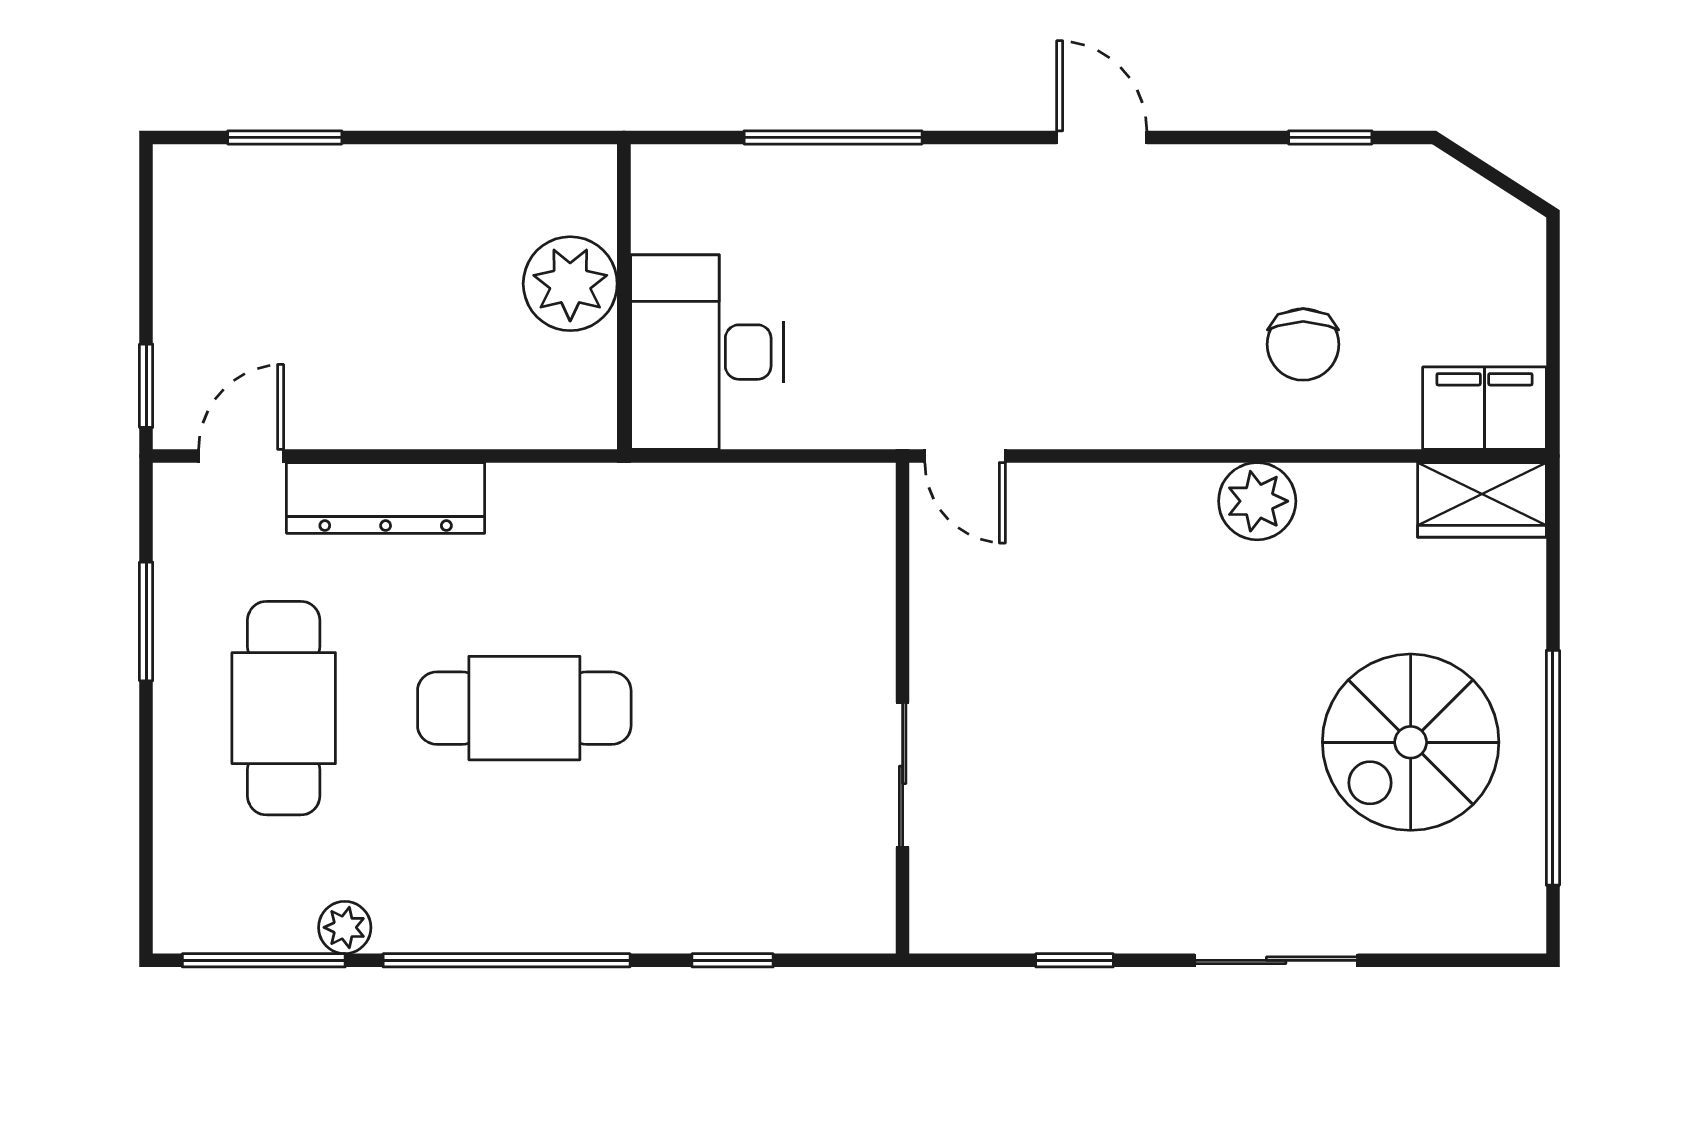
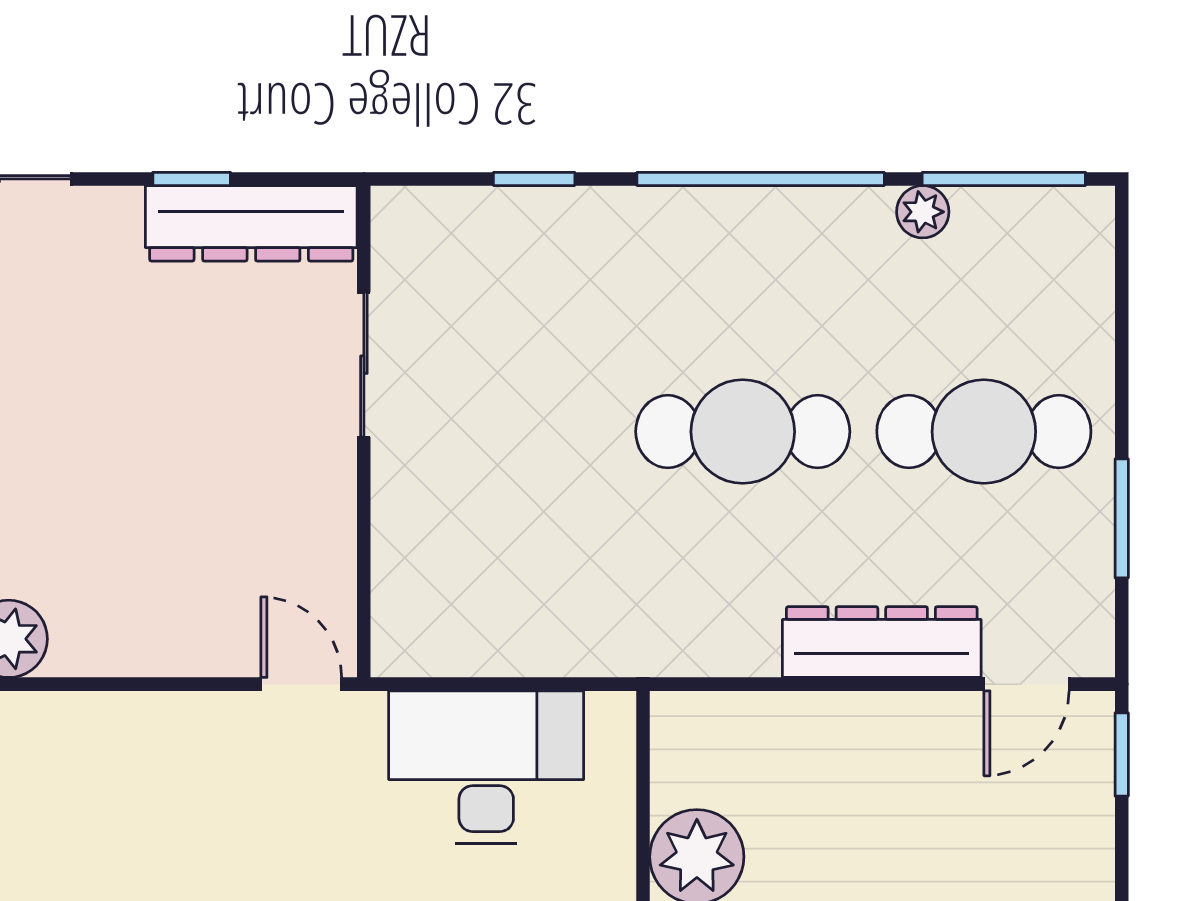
desk: (707, 352) -> (486, 767), moved, turned -90
cafe table: (284, 708) -> (984, 432), turned 90
dresser: (1015, 916) -> (251, 223), added

